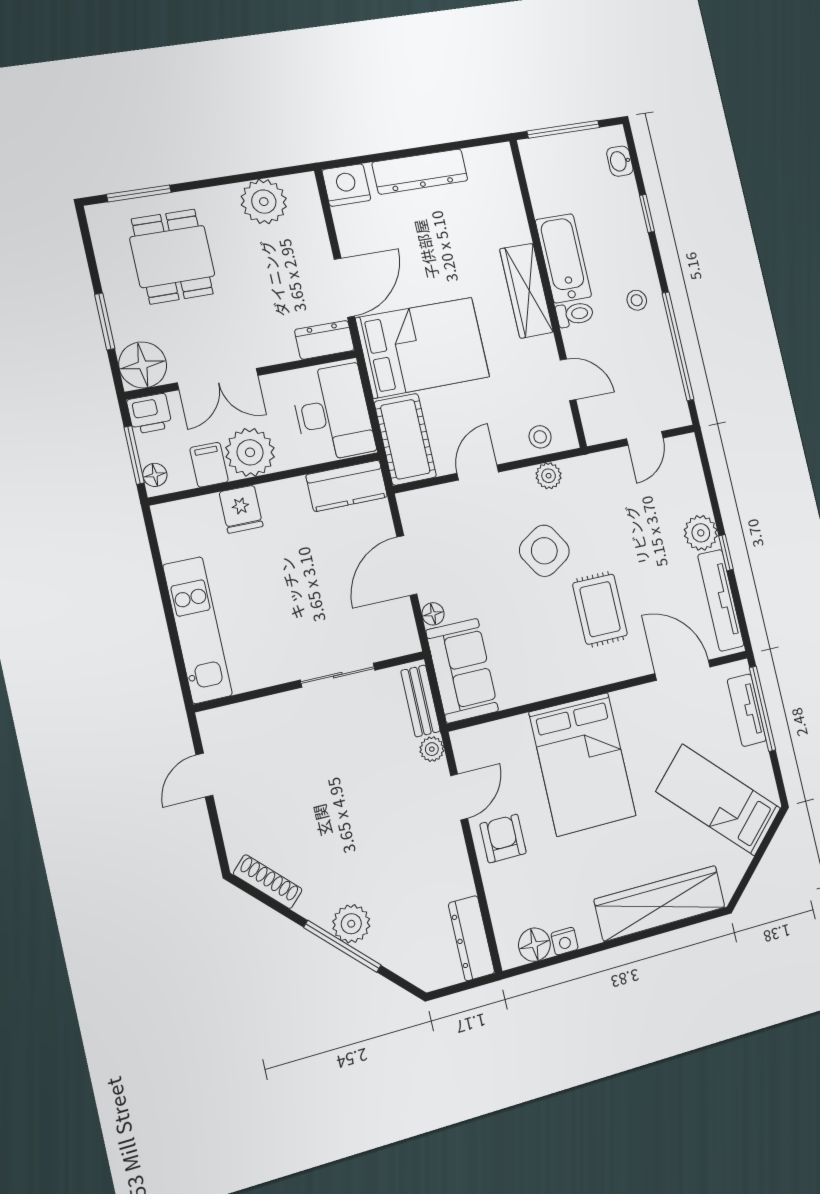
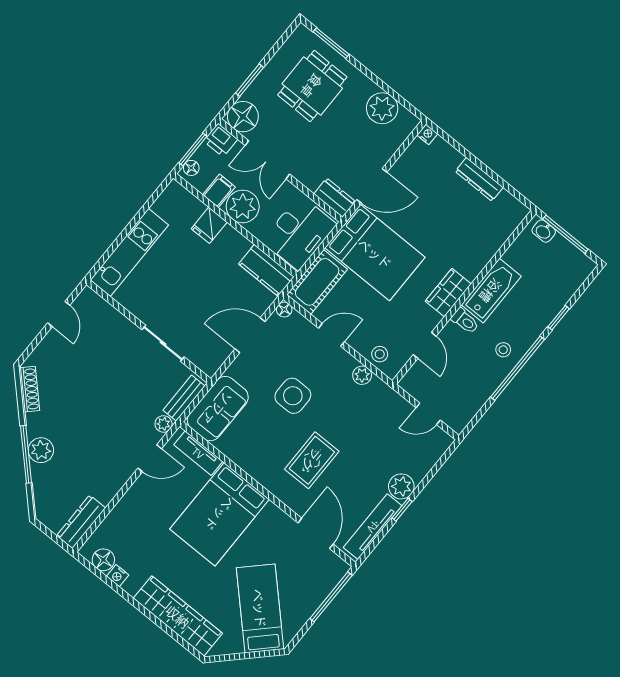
washbasin: (620, 161) -> (544, 231), moved, turned -90
dresser: (420, 171) -> (479, 179), width x0.73, depth x0.80
nightstand: (346, 185) -> (427, 134), width x0.53, depth x0.56
wardrobe: (526, 291) -> (448, 293), width x0.67
window: (678, 346) -> (517, 368), moved
side table: (544, 551) -> (293, 396), moved, turned 32
floor lamp: (433, 614) -> (284, 310), moved
tv unit: (747, 710) -> (198, 453), moved, turned -90
door: (204, 775) -> (59, 314), swing flipped
armchair: (503, 839) -> (146, 500), removed

